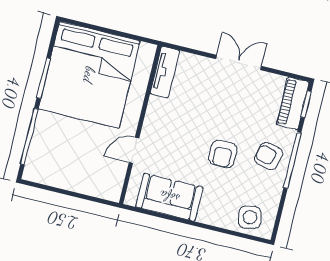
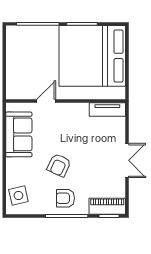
door: (134, 150) -> (46, 101), hinge flipped
armchair: (223, 154) -> (59, 165), turned -65
armchair: (269, 156) -> (65, 198), turned -102

